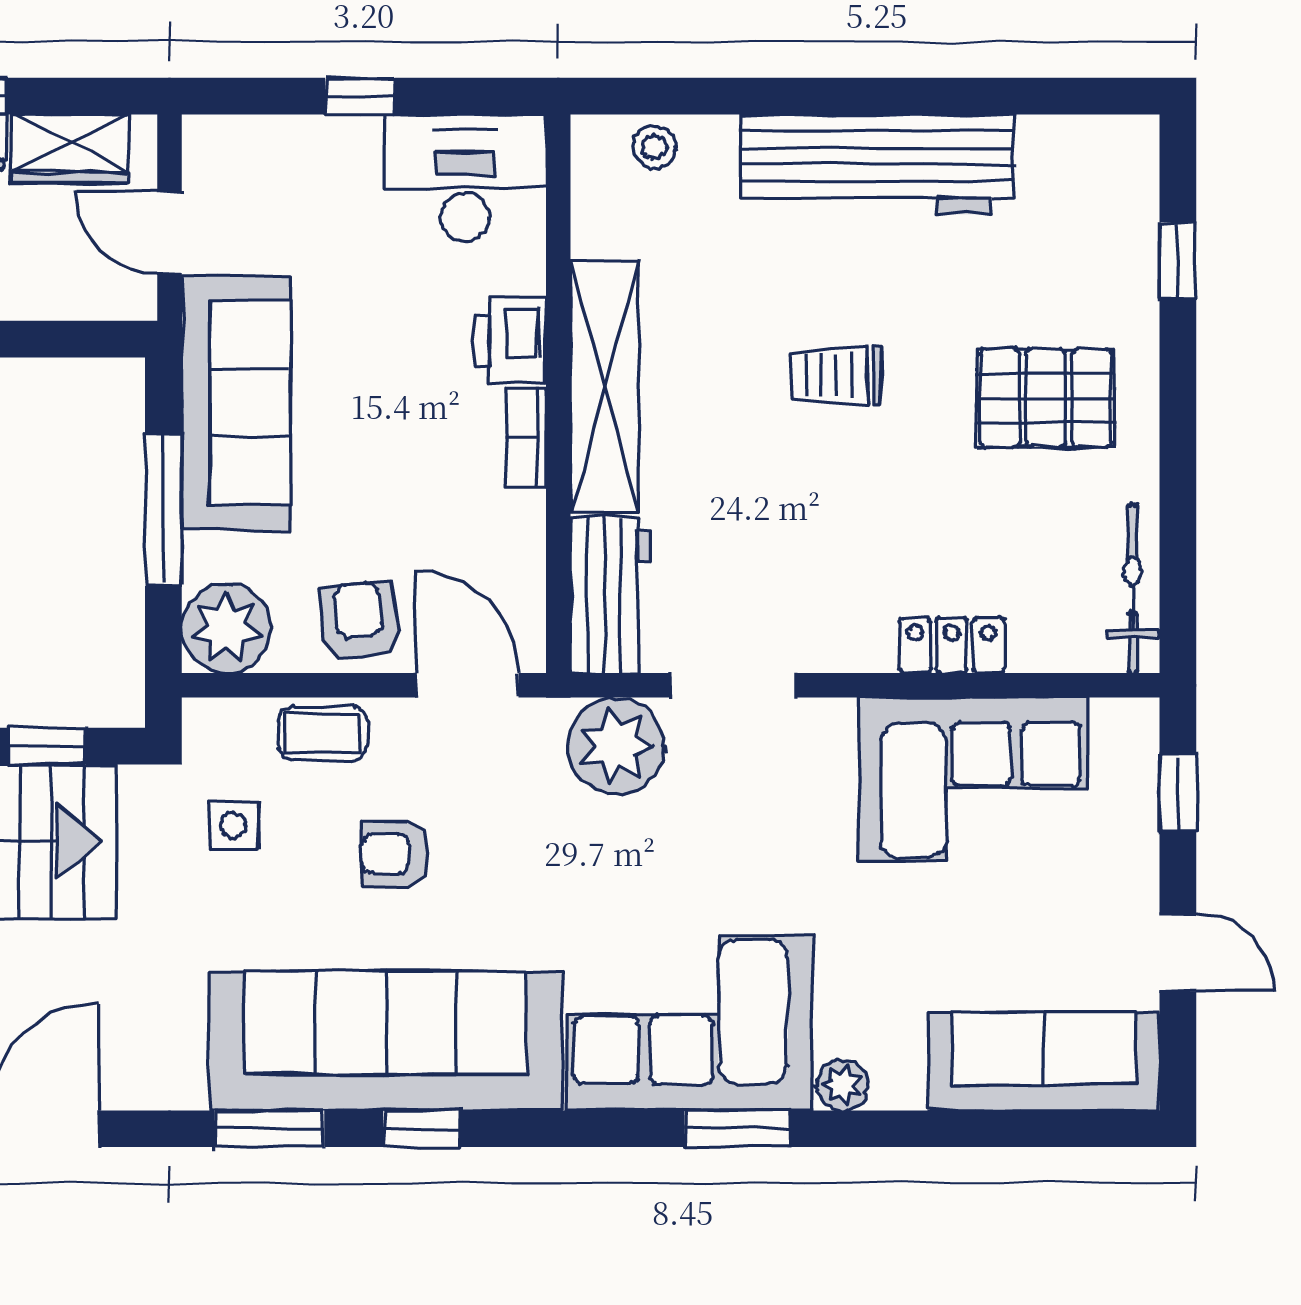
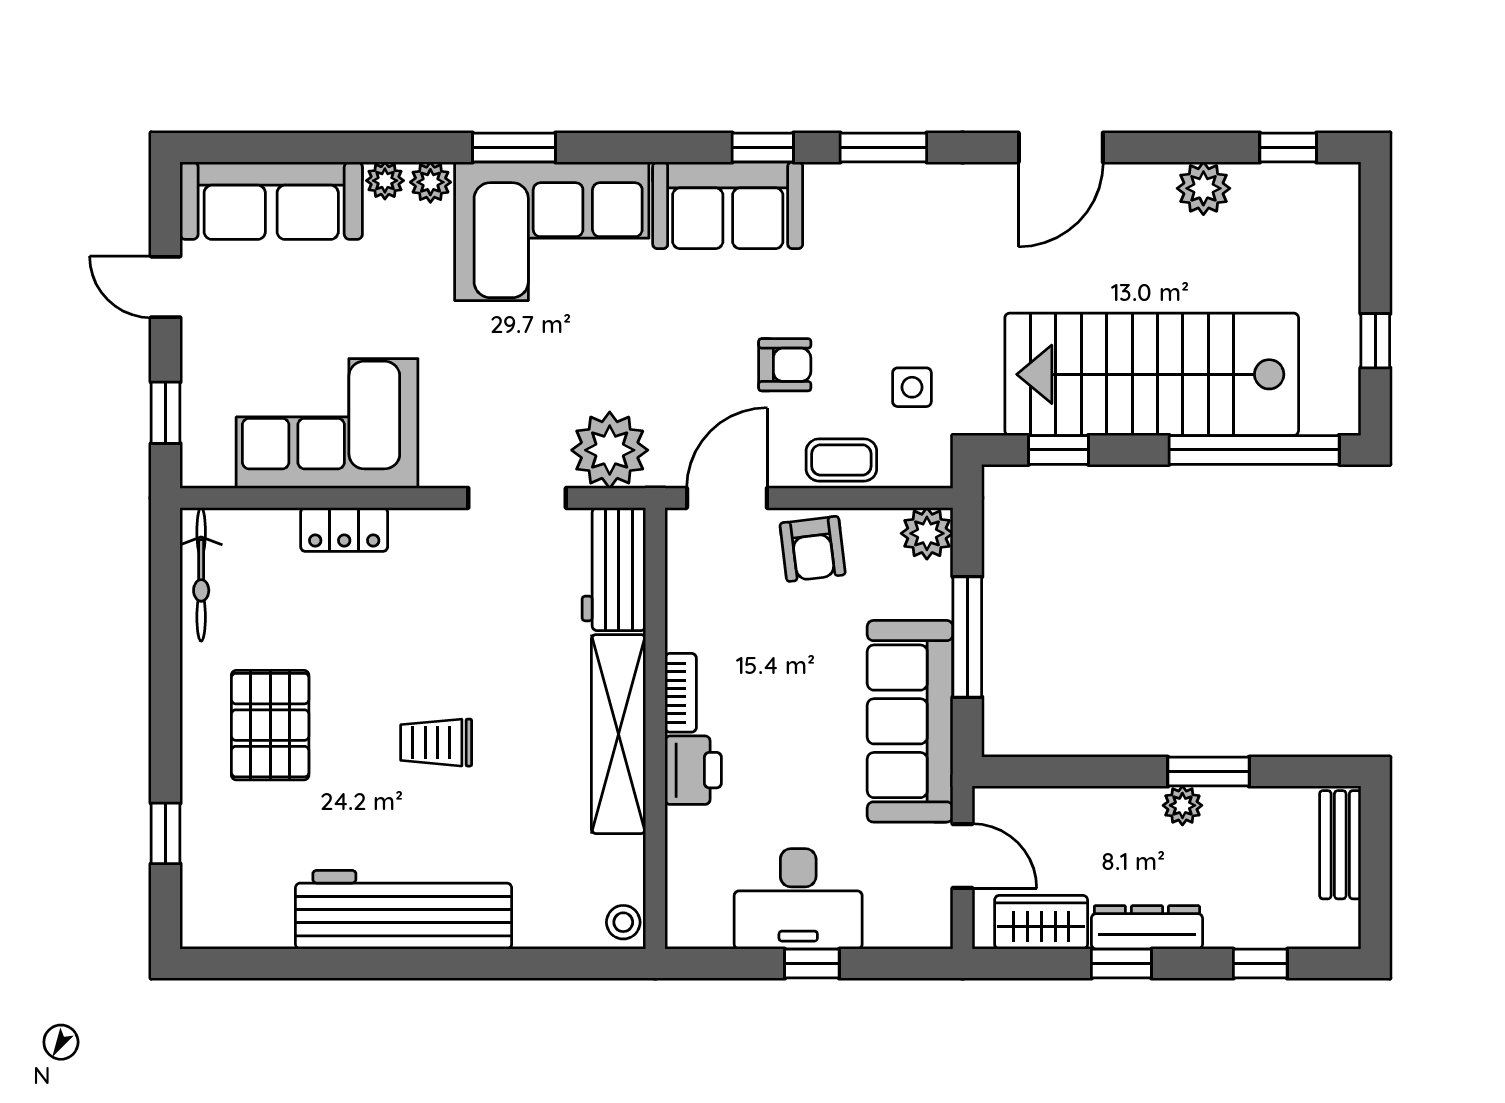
stool: (655, 147) -> (623, 922), moved
desk: (465, 178) -> (798, 899), moved
trolley: (835, 376) -> (436, 743), turned 180
pallet: (1046, 398) -> (270, 725), turned 90
plant: (226, 629) -> (927, 533), width x0.73, depth x0.73
door: (467, 685) -> (727, 498), swing flipped
sofa: (386, 1041) -> (728, 205), width x0.54, depth x0.79
plant: (900, 1087) -> (385, 181), added

